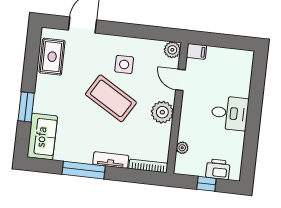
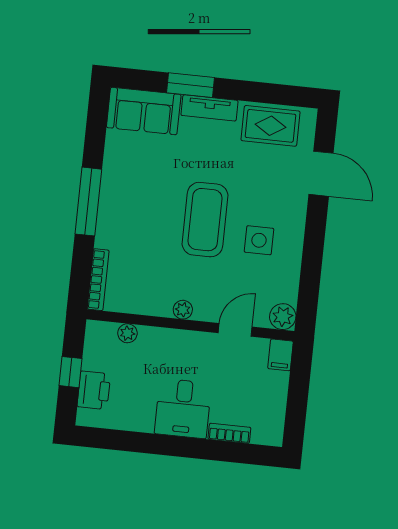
bookcase: (246, 84) -> (229, 433), added
coffee table: (111, 98) -> (205, 220), turned -31
plant: (162, 112) -> (183, 310), width x0.53, depth x0.53
tv unit: (111, 160) -> (209, 108), moved, turned 90
window: (84, 170) -> (88, 202), moved

